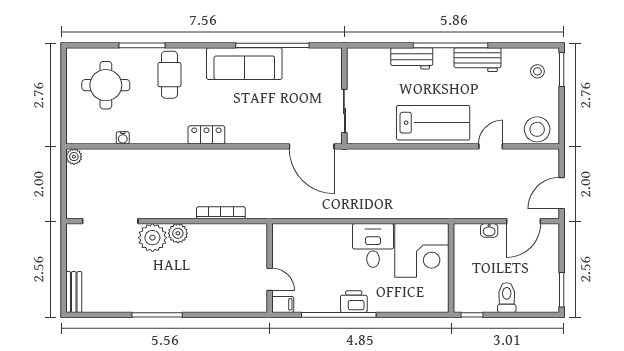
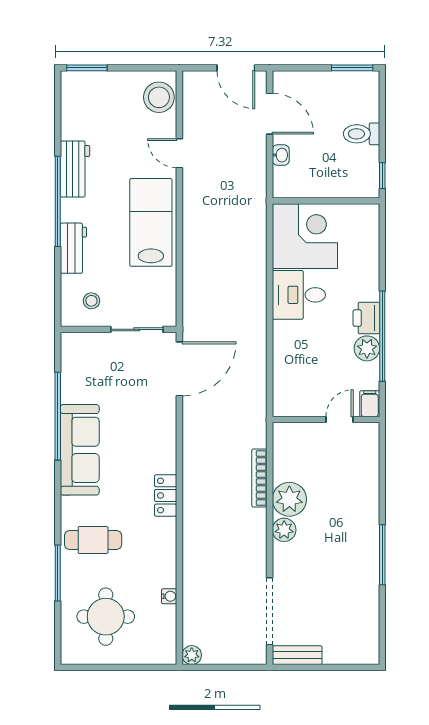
stool: (537, 71) -> (91, 301), moved
plant: (152, 238) -> (289, 499), moved
bench: (74, 292) -> (297, 655), moved
plant: (329, 302) -> (367, 348), added

